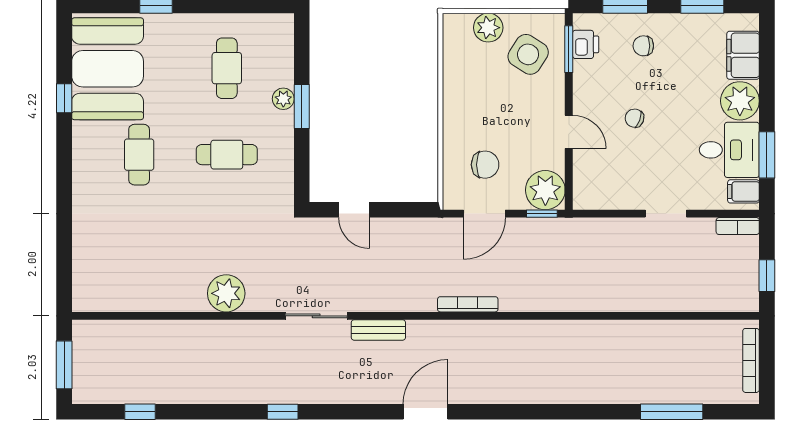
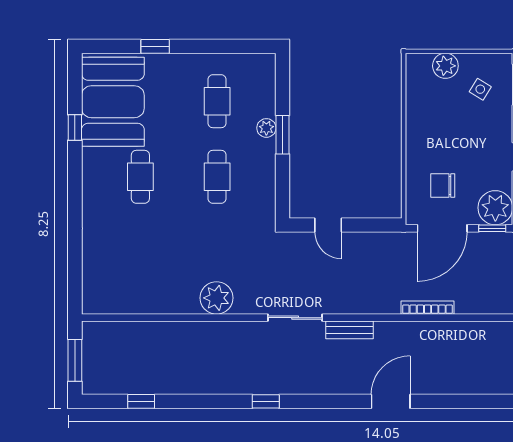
side table: (528, 54) -> (480, 89), width x0.54, depth x0.54
cafe table: (227, 155) -> (217, 177), turned 90
chair: (485, 165) -> (443, 186), turned 180
door: (484, 214) -> (442, 228), width x1.36

